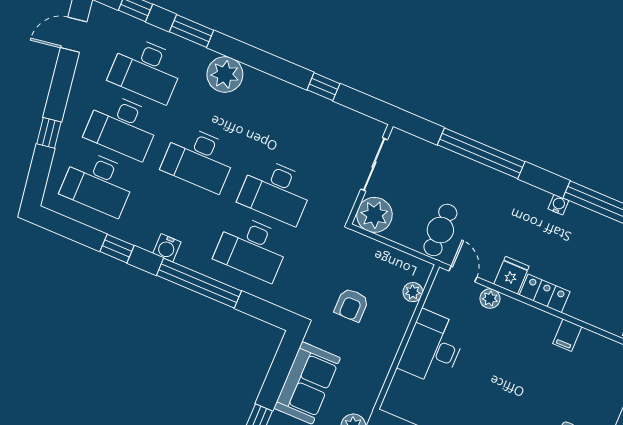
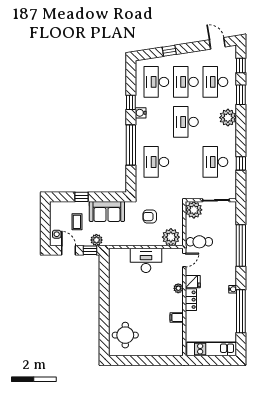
desk: (276, 191) -> (215, 162), moved
water cooler: (167, 248) -> (141, 113), moved
plant: (413, 292) -> (171, 237), width x1.88, depth x1.88
plant: (490, 299) -> (178, 288), moved

